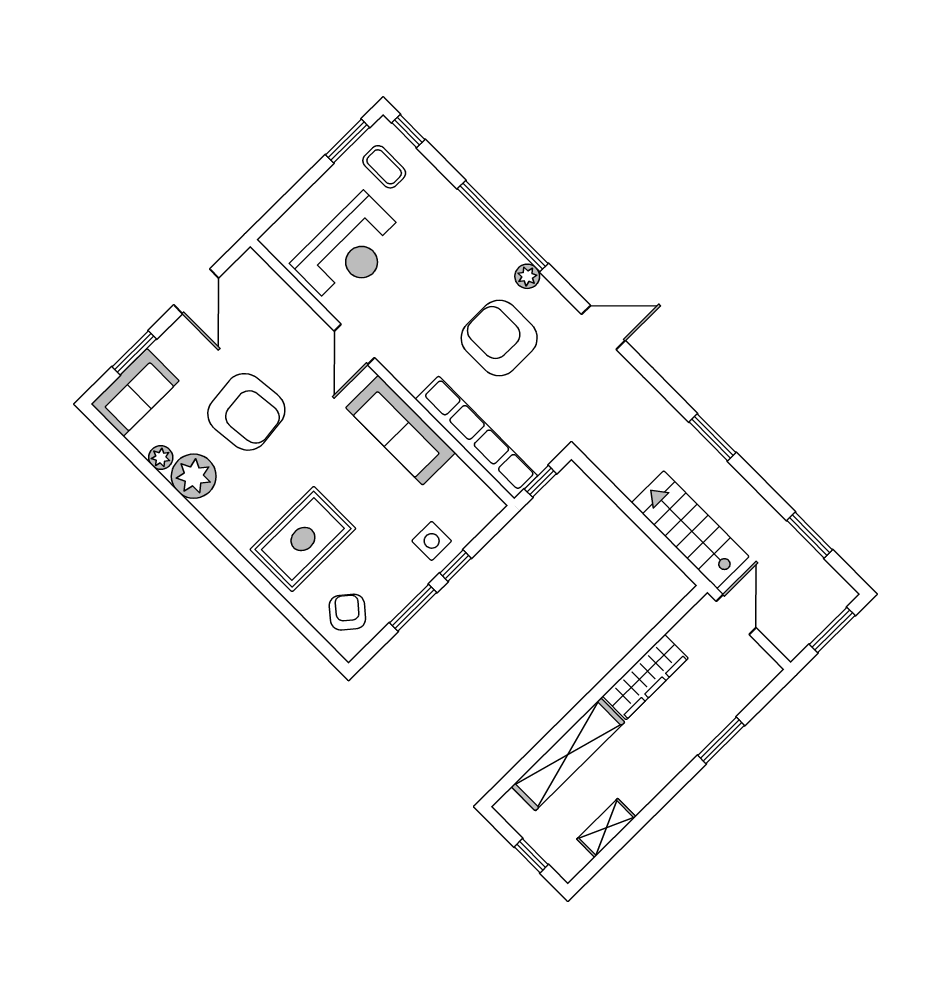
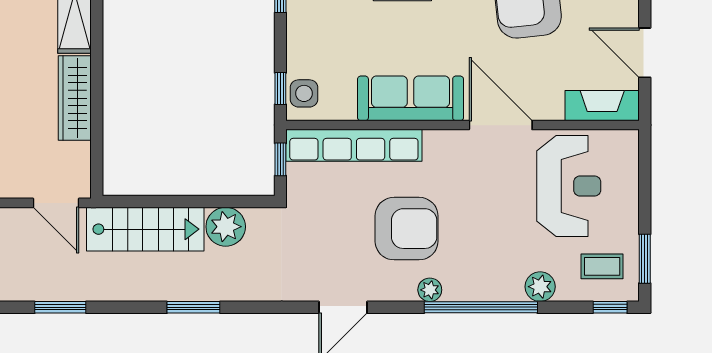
plant: (444, 198) -> (540, 287), added
reception desk: (350, 250) -> (569, 186), turned 180
fireplace: (266, 284) -> (602, 106), added
door: (354, 344) -> (501, 125), width x1.36
plant: (630, 472) -> (226, 227), added
side table: (432, 541) -> (304, 93), moved
window: (456, 566) -> (280, 89), moved

